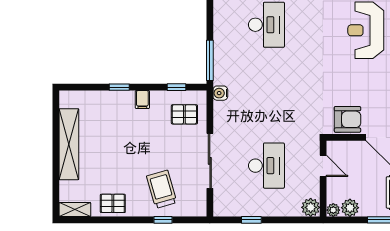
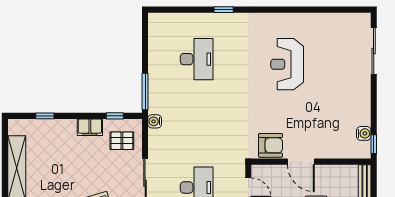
window: (119, 87) -> (45, 116), moved
filing cabinet: (142, 100) -> (90, 127), width x2.00

